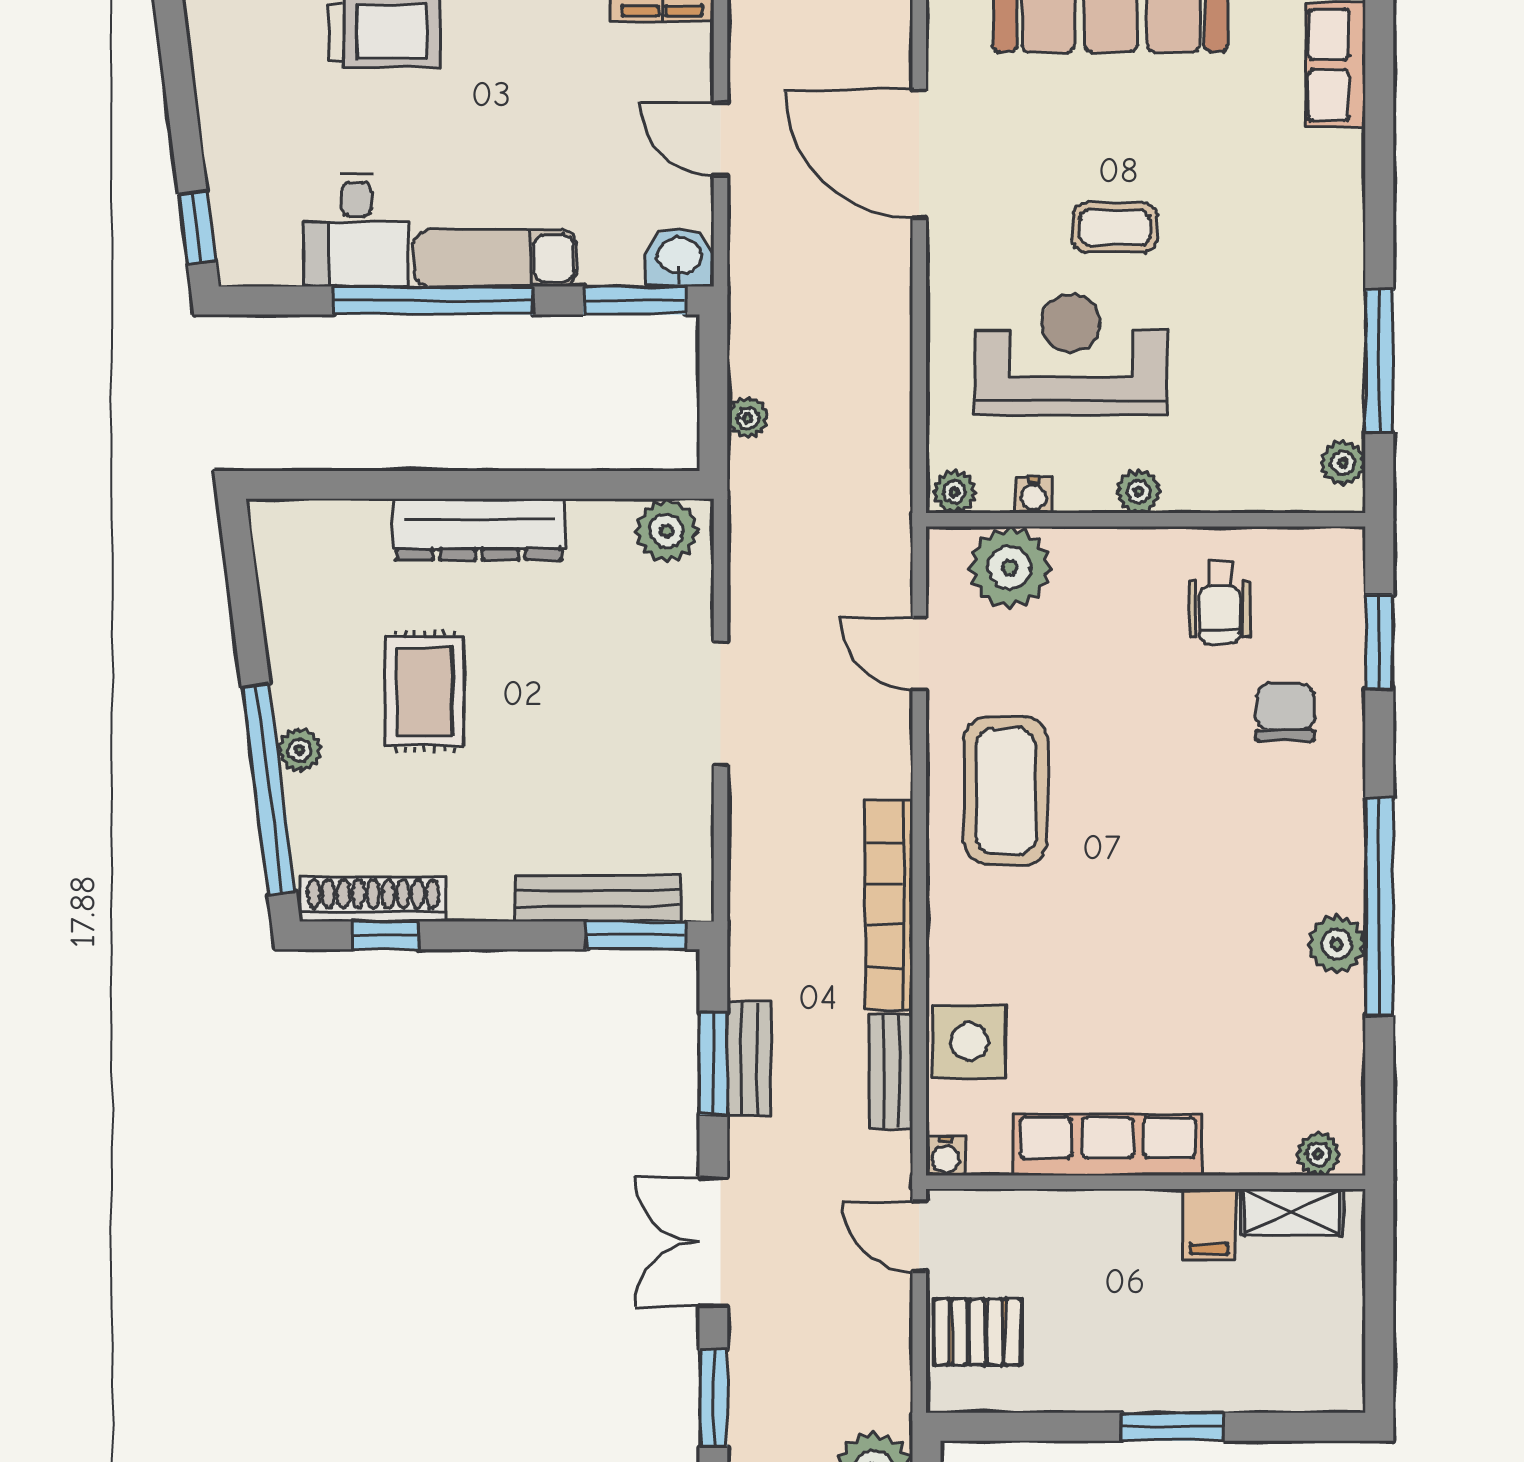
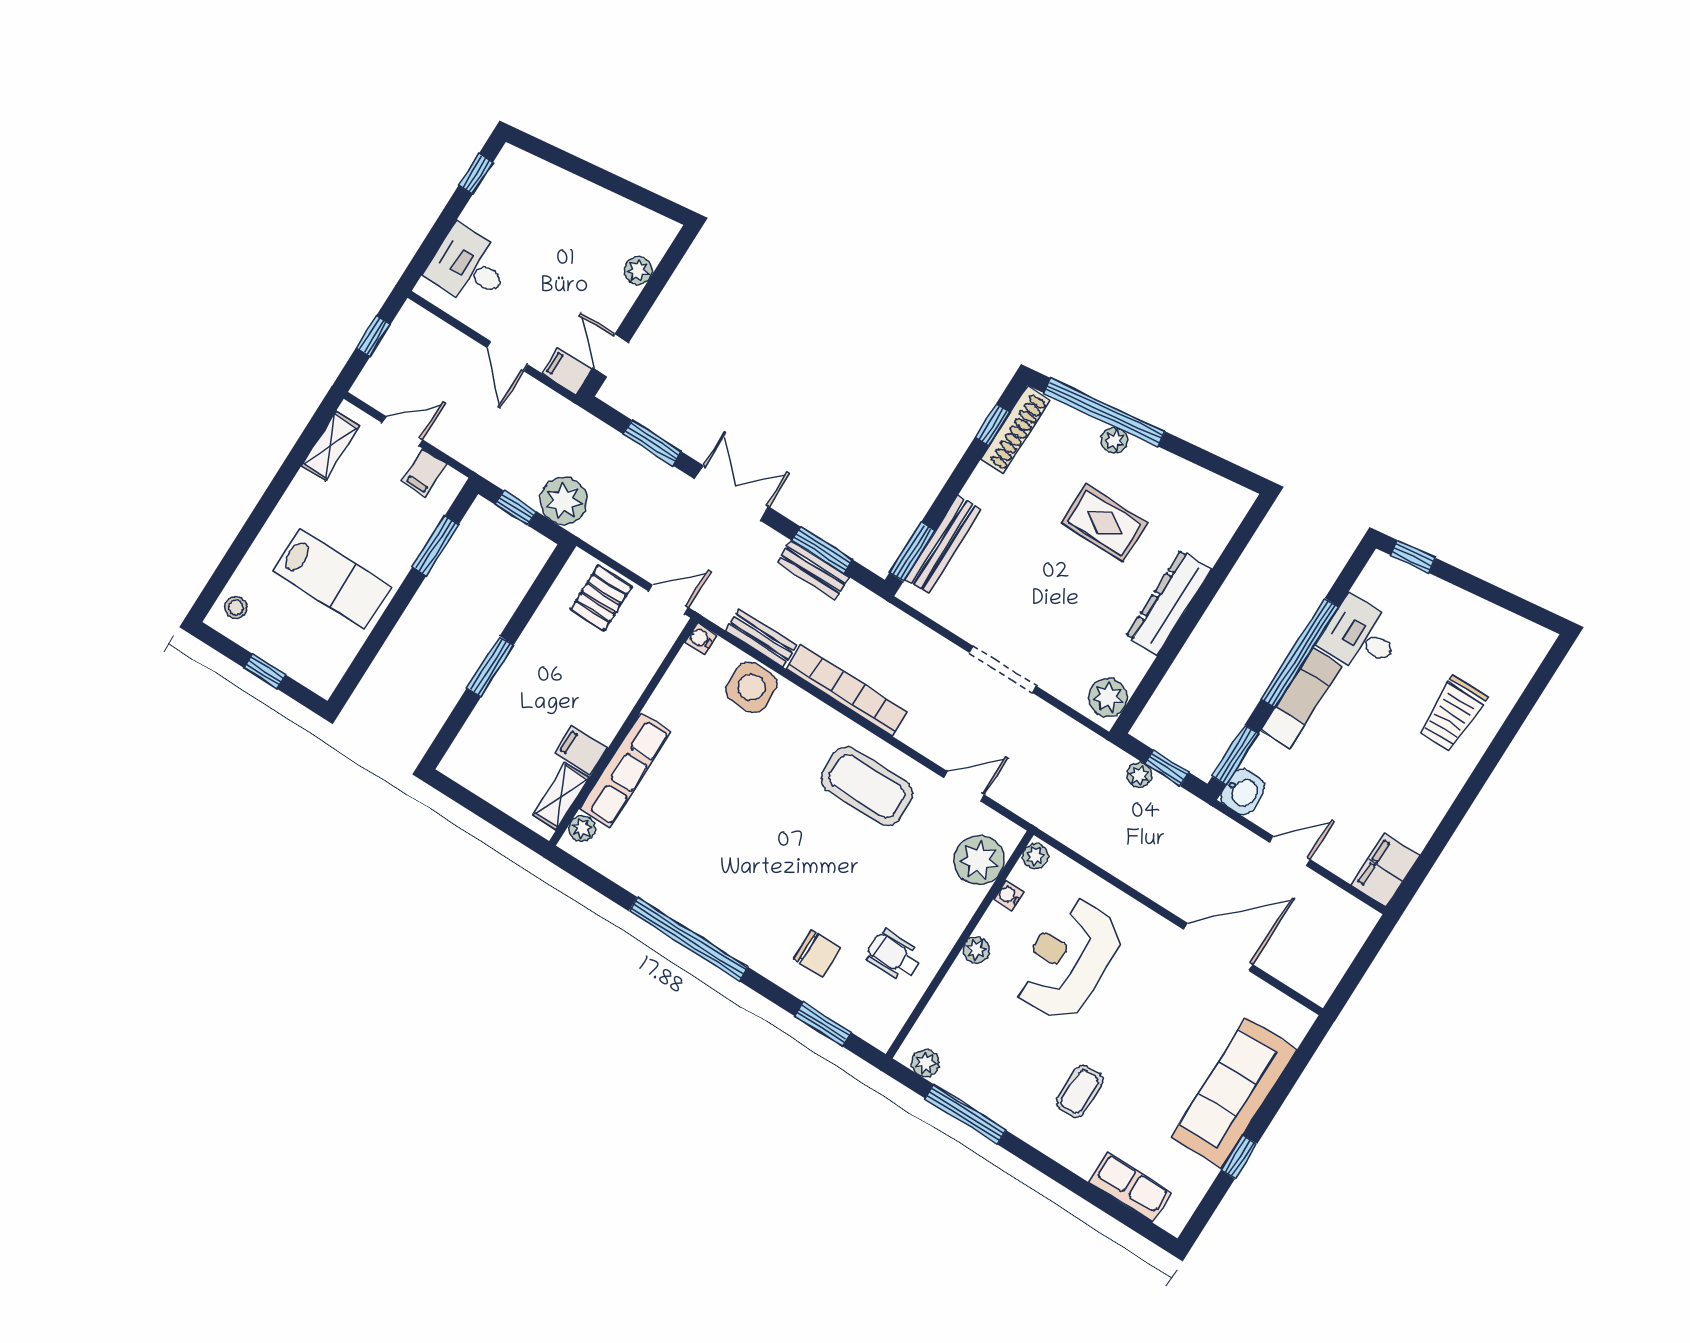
coffee table: (1115, 227) -> (1080, 1092), moved
reception desk: (1071, 355) -> (1068, 960), turned 180
window: (713, 385) -> (1167, 768), added
plant: (1337, 944) -> (683, 905), removed
row of seats: (1108, 1145) -> (625, 770), moved

